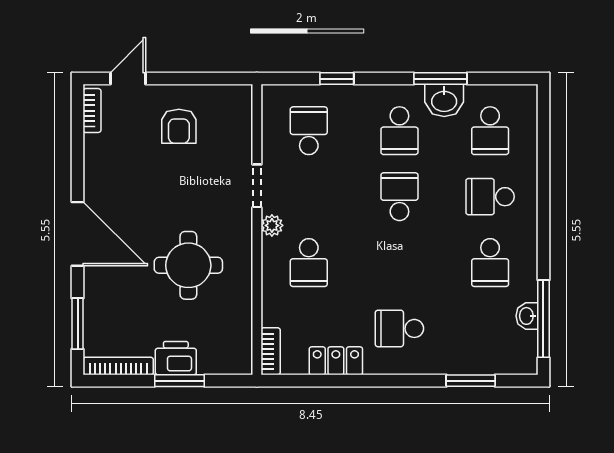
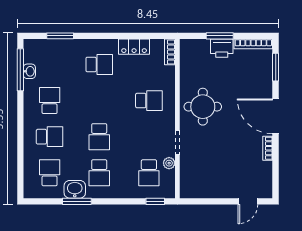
window: (337, 79) -> (155, 201), moved
bookcase: (92, 111) -> (268, 148), moved
armchair: (179, 126) -> (220, 175), removed
school desk: (399, 131) -> (99, 173), turned 180
plant: (272, 225) -> (169, 163), moved
school desk: (309, 263) -> (149, 101), turned 90
round table: (188, 265) -> (203, 107), moved

